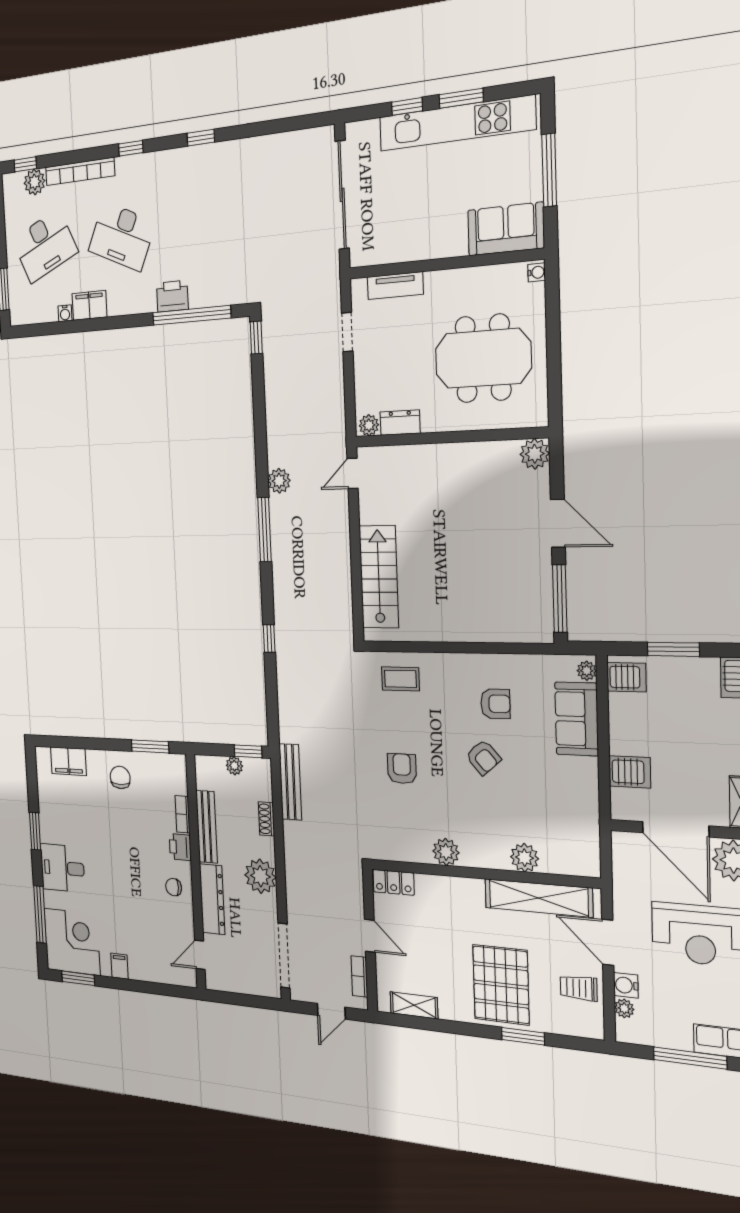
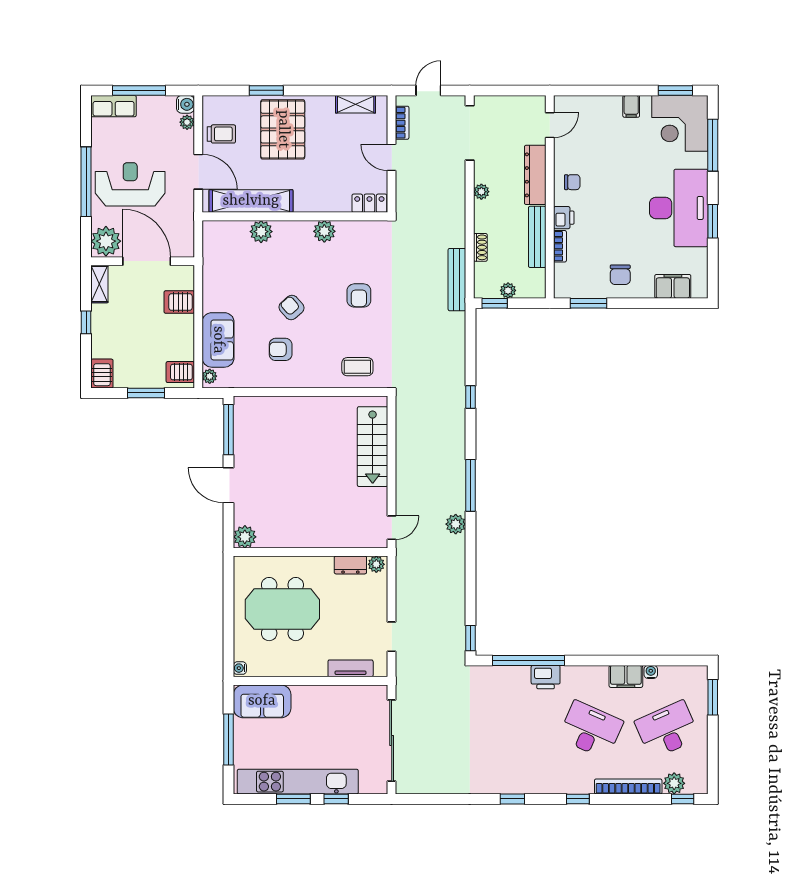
desk: (63, 868) -> (679, 208), width x1.87, depth x1.30
plant: (260, 876) -> (481, 192), width x0.53, depth x0.53
water cooler: (626, 985) -> (185, 104), moved

